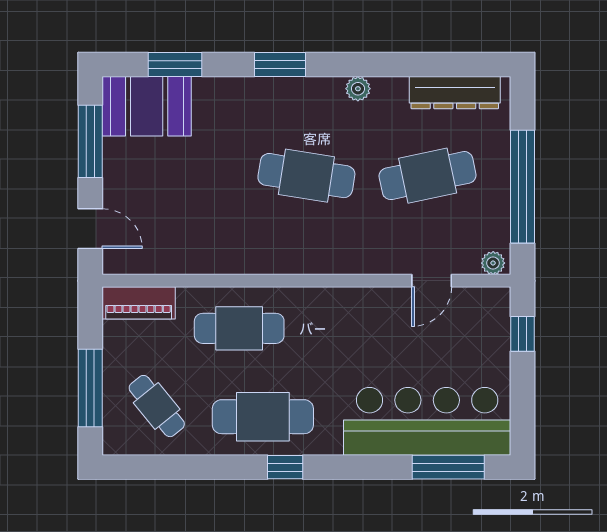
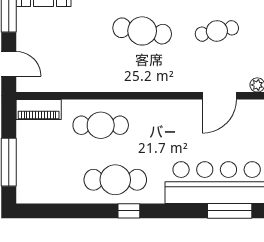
cafe table: (428, 176) -> (217, 31), width x0.73, depth x0.74
door: (432, 281) -> (219, 96), width x1.38
cafe table: (157, 406) -> (50, 173), removed

